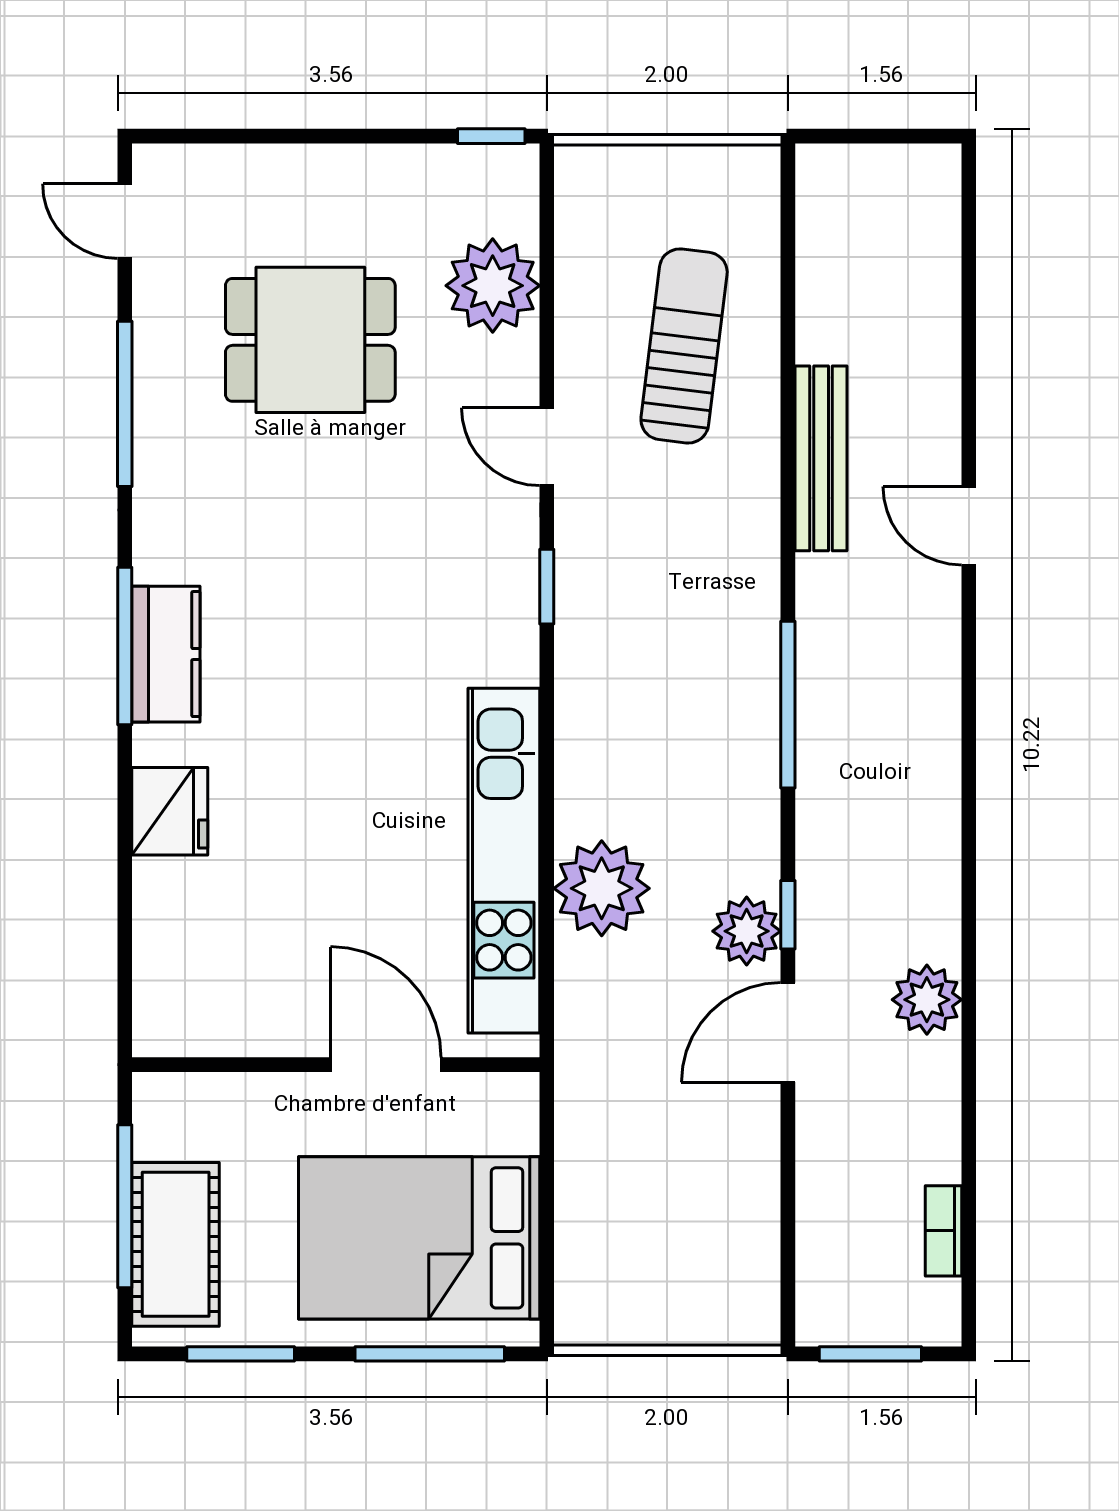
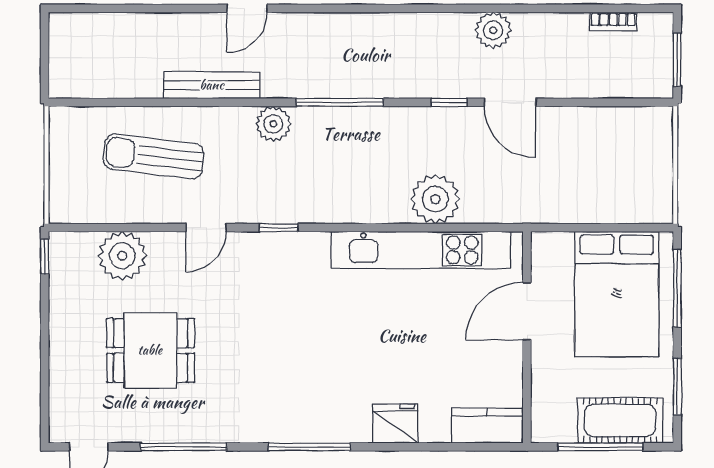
dining table: (310, 340) -> (150, 350), turned 90
kitchen counter: (166, 654) -> (487, 425), moved
plant: (747, 931) -> (273, 124), moved

